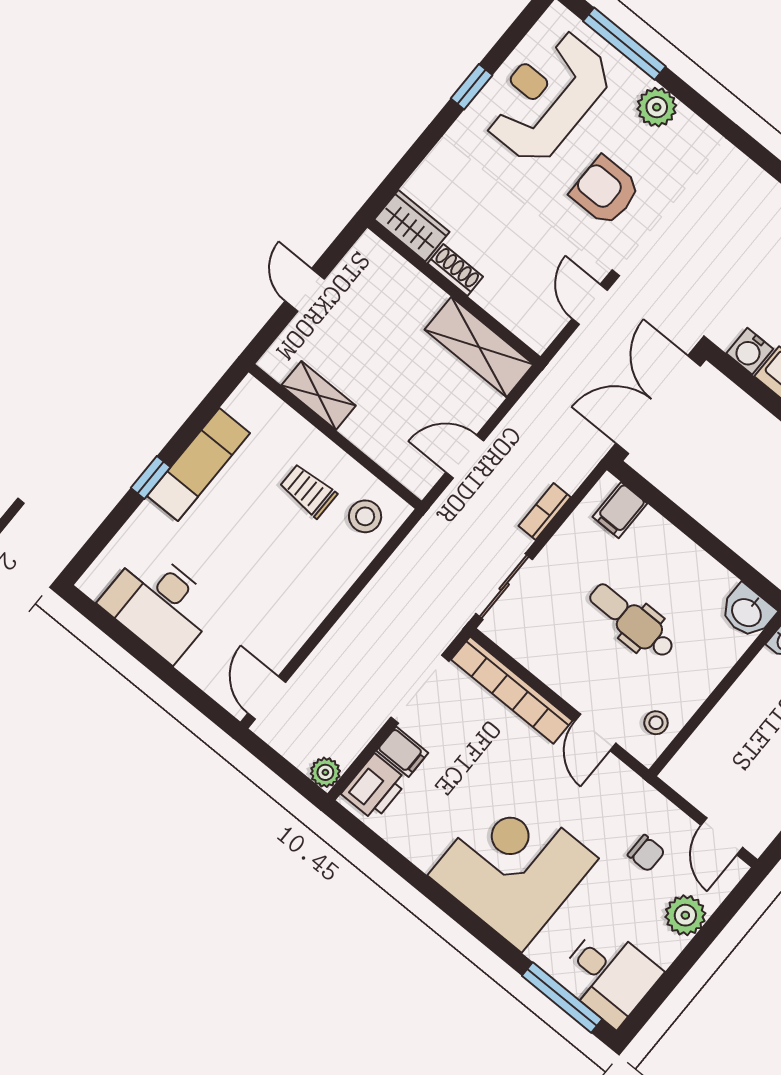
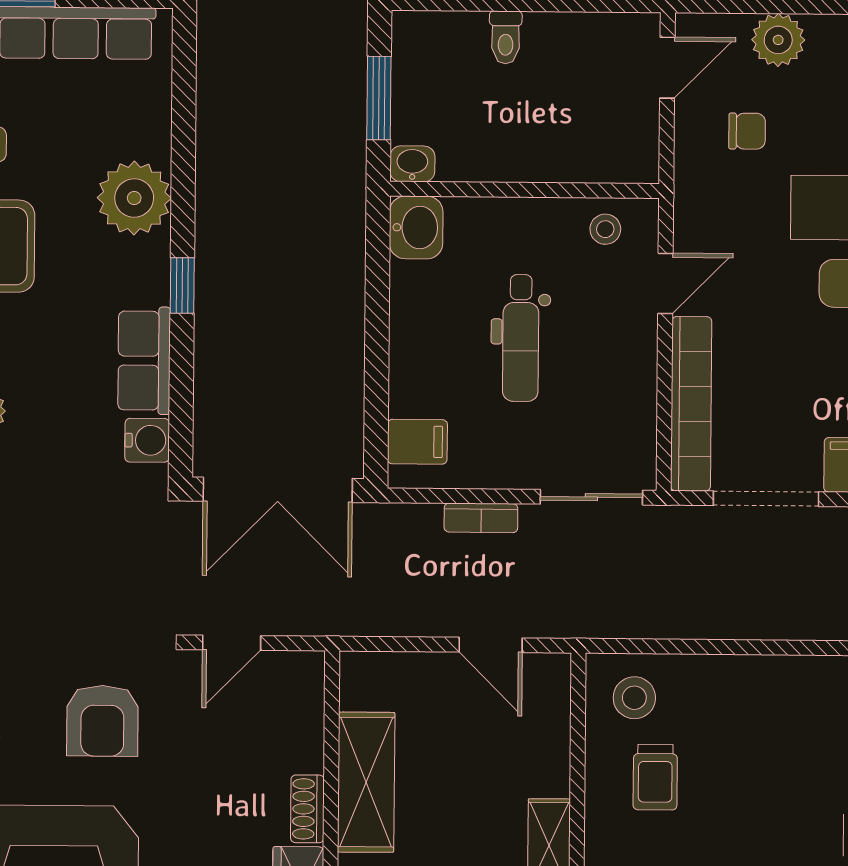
shelving: (479, 347) -> (366, 782), moved
chair: (646, 853) -> (747, 131), turned 90

